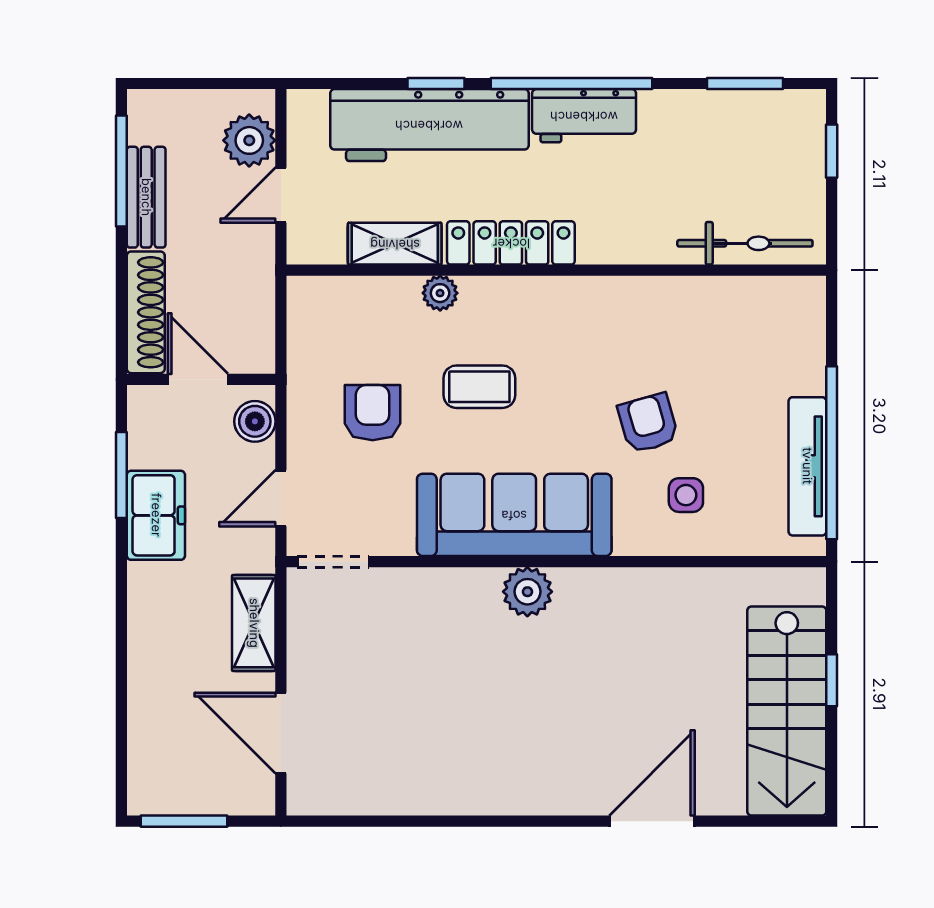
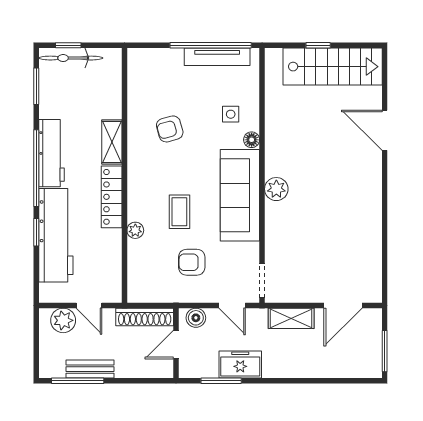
workbench: (584, 116) -> (51, 153), width x1.38
bicycle: (745, 243) -> (71, 58), moved, turned -90
shelving: (395, 244) -> (112, 142), moved
shoe rack: (146, 312) -> (145, 317), moved, turned 180
armchair: (648, 423) -> (170, 129), moved
floor lamp: (632, 539) -> (252, 140), added

